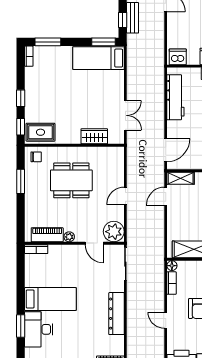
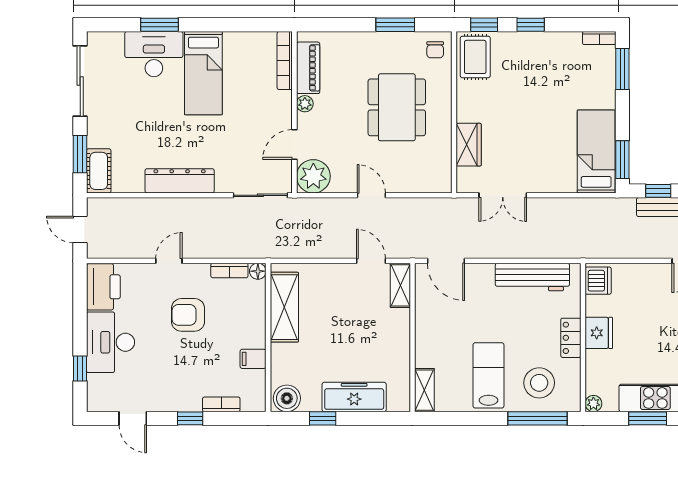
bookcase: (36, 249) -> (285, 60), width x1.56

